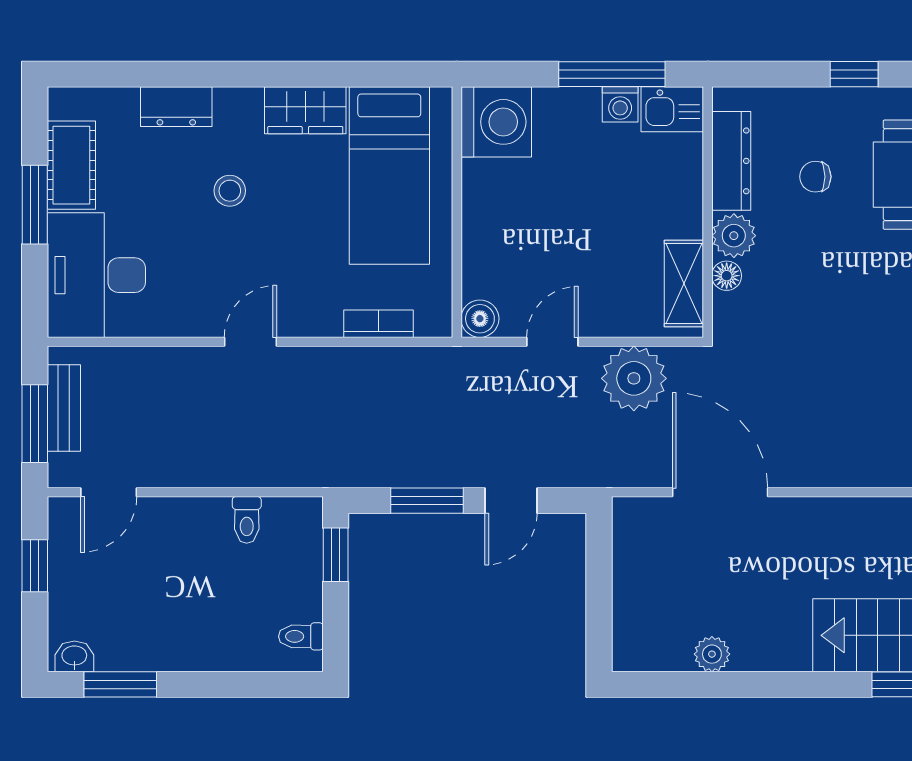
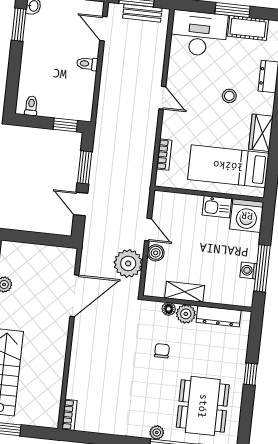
kitchen sink: (672, 109) -> (217, 207), moved, turned -90
chair: (815, 177) -> (162, 351), moved
shelving: (684, 284) -> (185, 292), moved
boiler: (480, 319) -> (156, 253), moved
toilet: (247, 520) -> (87, 64), moved

